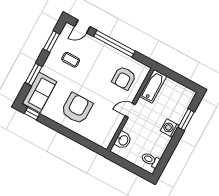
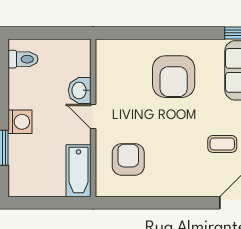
window: (114, 44) -> (170, 203), removed
door: (130, 110) -> (93, 117), swing flipped
washbasin: (123, 140) -> (80, 90), moved

